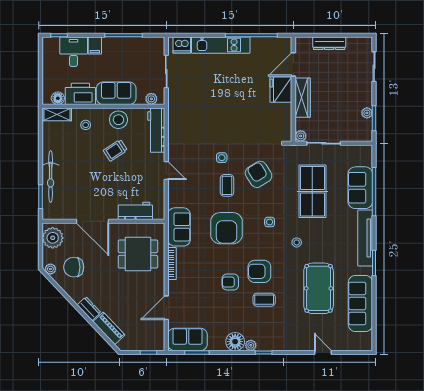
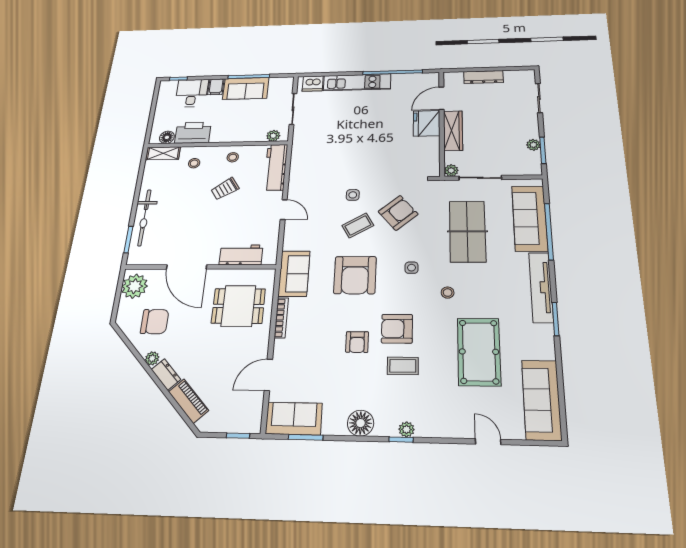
sofa: (116, 93) -> (246, 88), moved, turned 180
stool: (118, 120) -> (233, 157), width x0.53, depth x0.53
armchair: (259, 174) -> (398, 213), turned 82
coffee table: (227, 185) -> (358, 225), turned 60
sofa: (360, 188) -> (530, 218), width x1.36
chair: (74, 267) -> (155, 322), turned 180
plant: (50, 269) -> (152, 358), moved
armchair: (230, 282) -> (357, 342), turned -90
sofa: (360, 303) -> (542, 400), moved
plant: (251, 345) -> (406, 429), moved

